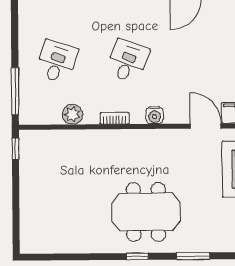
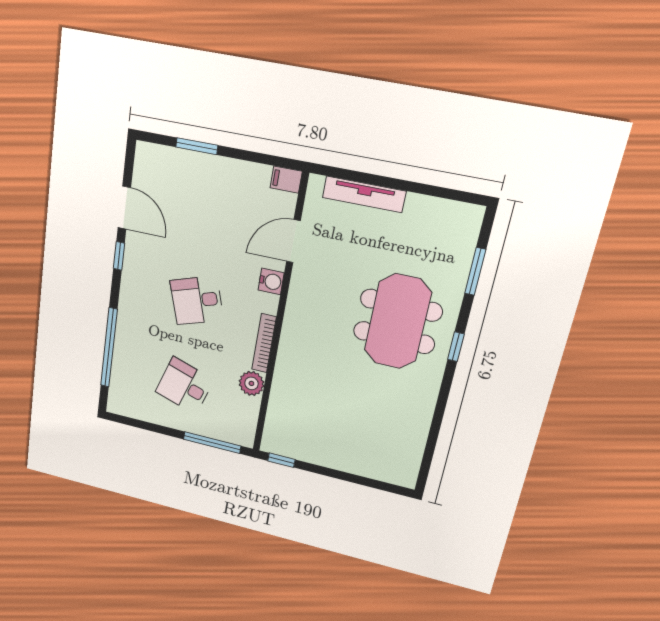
desk: (128, 61) -> (197, 300), turned -39
bookcase: (115, 118) -> (264, 343), width x1.56
door: (206, 126) -> (293, 241), moved

